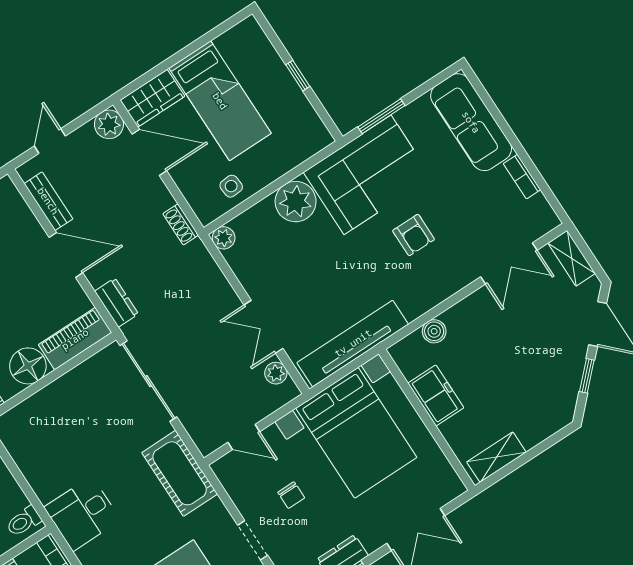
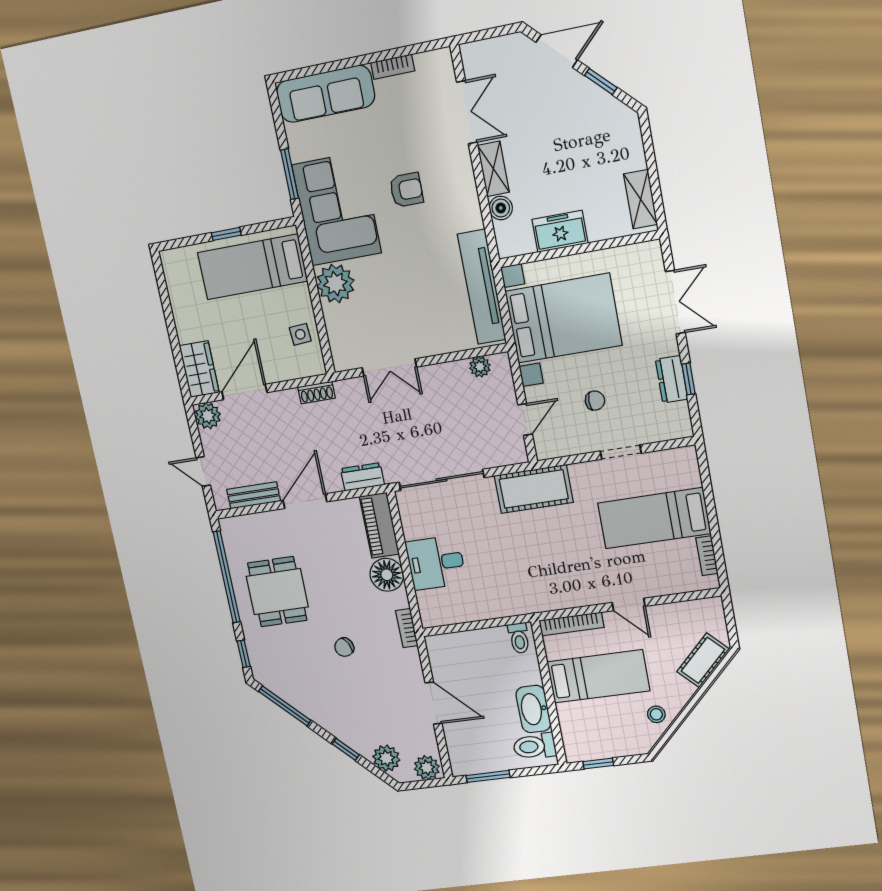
bed: (220, 101) -> (252, 267), moved, turned 180
plant: (224, 238) -> (343, 361), removed
shelving: (572, 258) -> (493, 169), moved, turned 90
double door: (263, 327) -> (389, 367), moved
desk: (82, 514) -> (436, 563), moved, turned 90

